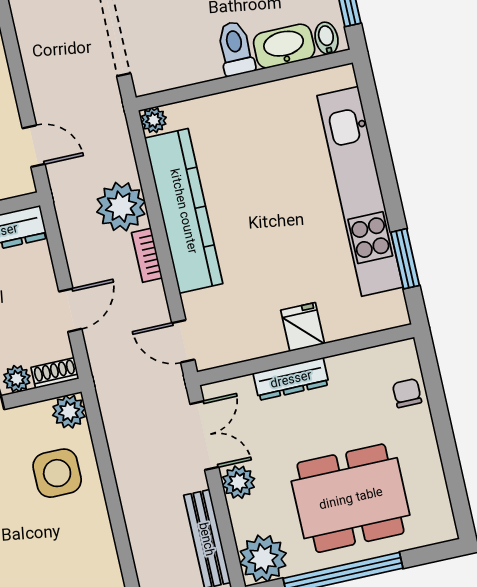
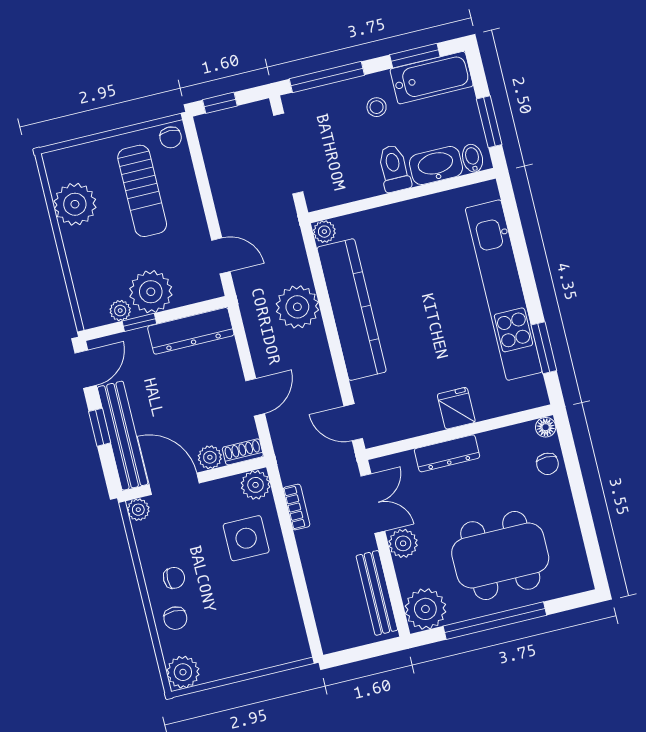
bookcase: (147, 255) -> (296, 507), moved, turned 180
floor lamp: (406, 351) -> (546, 427), added
chair: (407, 393) -> (547, 464), turned 180

